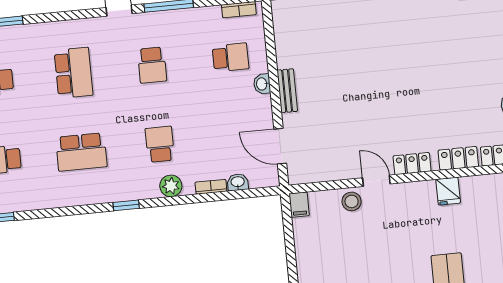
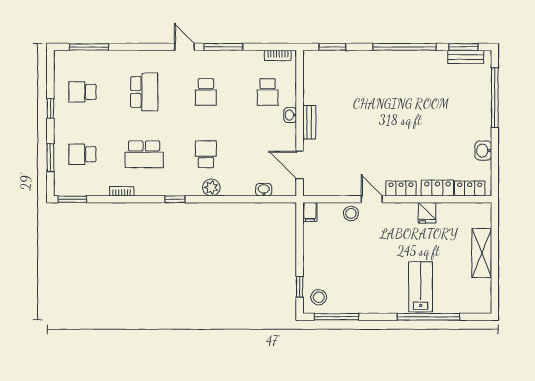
school desk: (230, 57) -> (268, 92), turned 90
bookcase: (211, 187) -> (122, 191), moved

